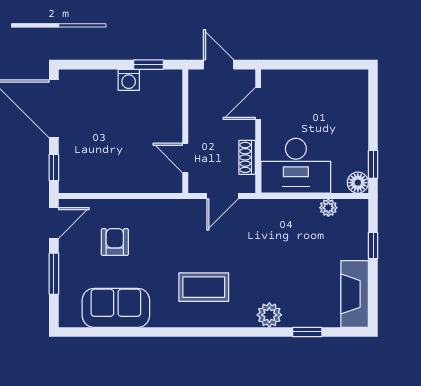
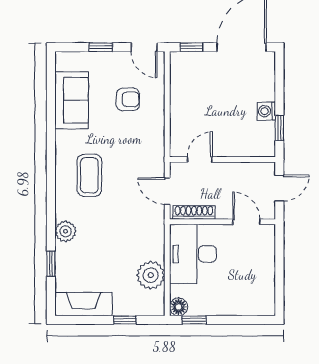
shoe rack: (247, 157) -> (194, 212), width x1.43
plant: (328, 208) -> (151, 275), width x1.88, depth x1.88
window: (54, 274) -> (101, 47), width x0.67

